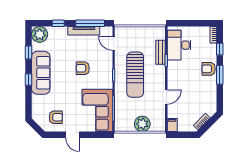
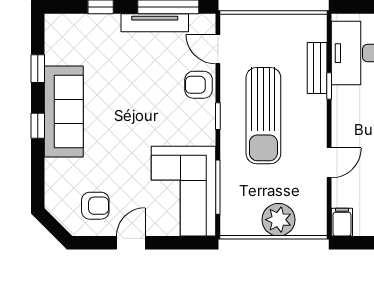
plant: (40, 34) -> (61, 30), removed
armchair: (83, 68) -> (199, 85), moved
door: (73, 135) -> (131, 243), swing flipped

